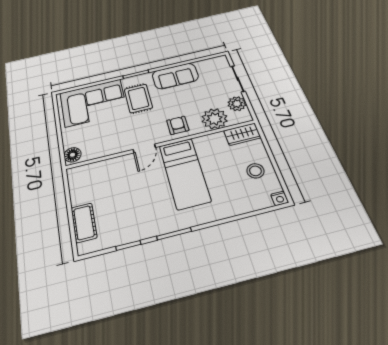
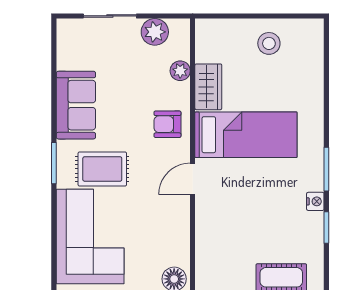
plant: (214, 119) -> (180, 71), width x0.53, depth x0.53
wardrobe: (242, 134) -> (208, 87), moved
door: (144, 149) -> (193, 179), swing flipped
nightstand: (280, 198) -> (315, 201), moved

